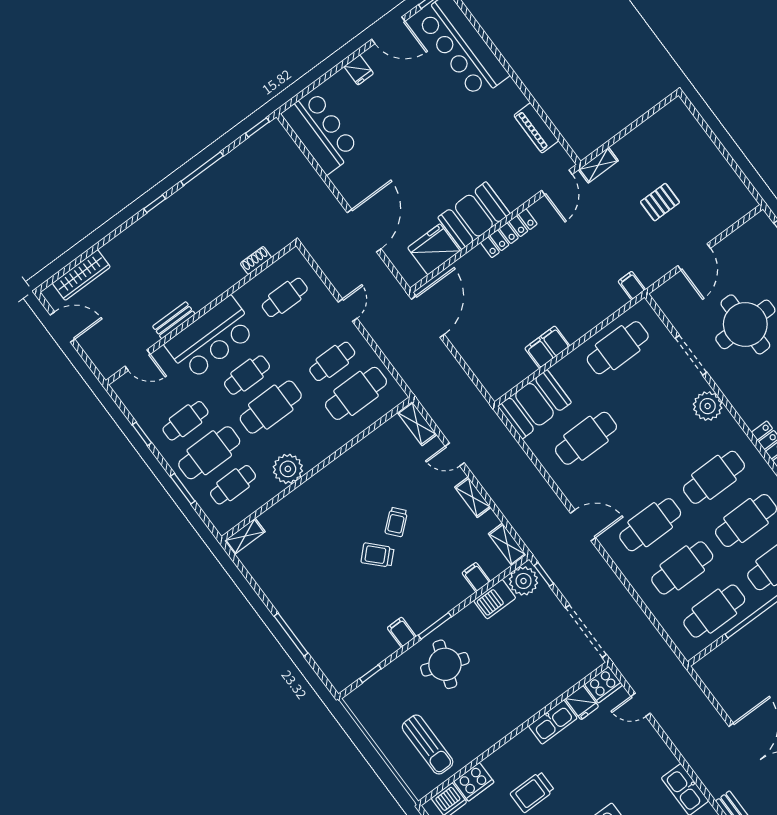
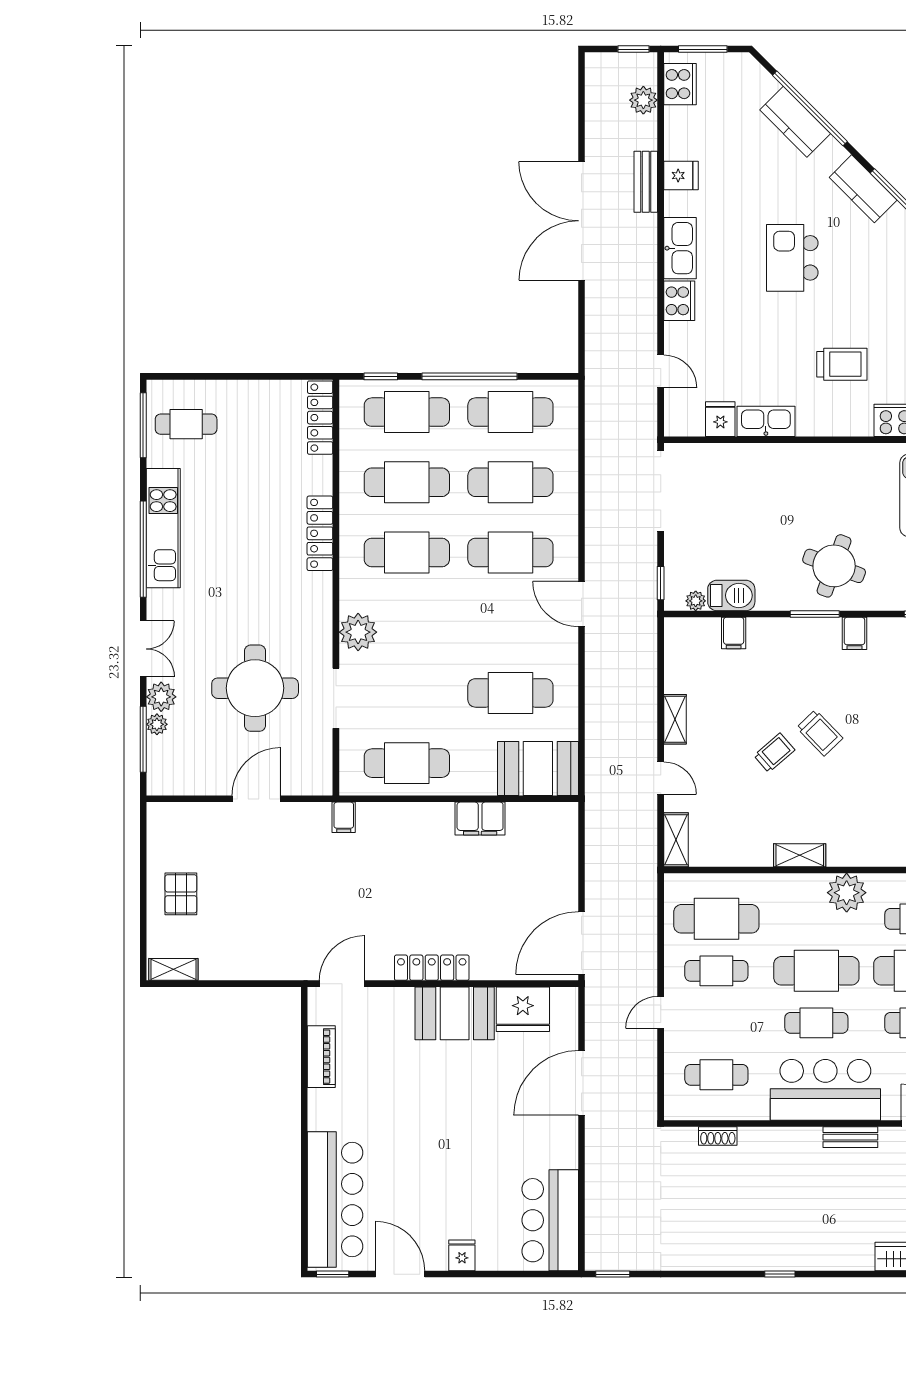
shelving: (598, 165) -> (173, 969), moved
window: (202, 169) -> (703, 1274), removed
pallet: (660, 202) -> (181, 894), moved, turned 90
shelving: (507, 544) -> (800, 855), moved, turned 90
plant: (524, 581) -> (696, 601), width x0.53, depth x0.53
cooker: (604, 685) -> (679, 301), moved, turned 90

